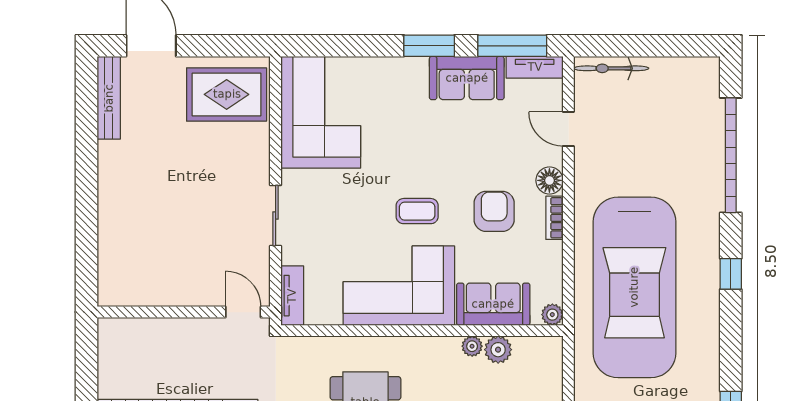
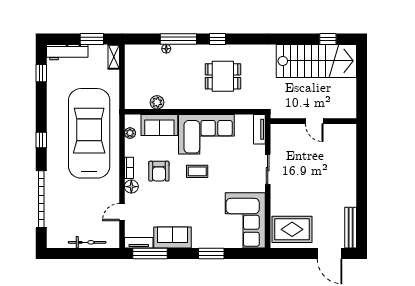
window: (429, 46) -> (211, 254), moved
bicycle: (611, 68) -> (87, 242), moved
door: (568, 129) -> (122, 212), swing flipped
door: (243, 312) -> (314, 121), moved
plant: (552, 315) -> (130, 133), moved
plant: (472, 346) -> (170, 104), removed

